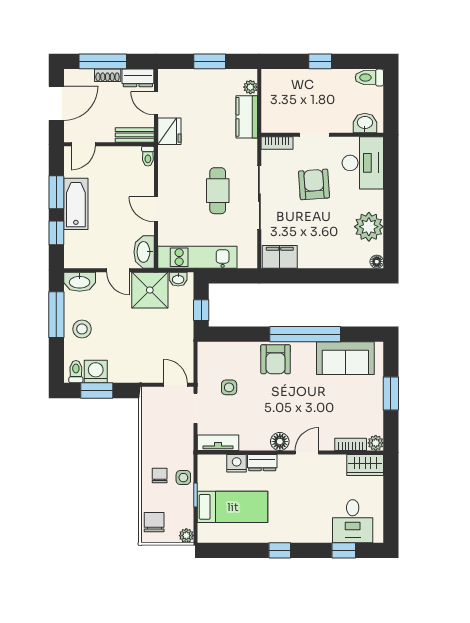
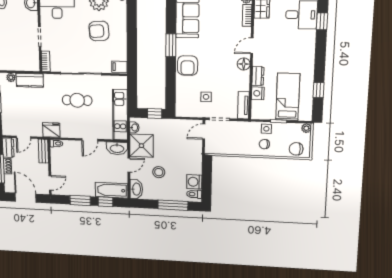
fridge: (169, 131) -> (51, 130), moved
door: (83, 144) -> (50, 183), hinge flipped
armchair: (314, 184) -> (99, 31), moved
bathtub: (76, 204) -> (112, 190), moved
filing cabinet: (280, 257) -> (119, 67), width x0.50
window: (56, 315) -> (173, 205), moved
stool: (82, 329) -> (159, 172), moved
window: (305, 334) -> (171, 45), width x0.47
armchair: (276, 359) -> (188, 66), turned 90
window: (97, 390) -> (207, 182), removed
door: (307, 453) -> (252, 46), hinge flipped
window: (280, 550) -> (319, 90), moved

